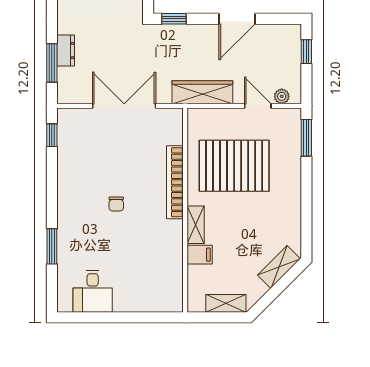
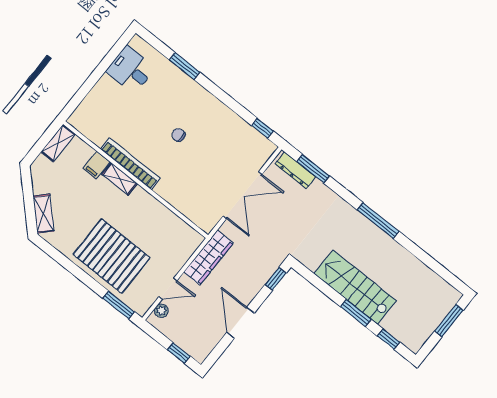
dresser: (66, 51) -> (295, 170), moved, width x1.44
pallet: (234, 166) -> (112, 256), moved, turned 90
bookcase: (175, 182) -> (130, 164), moved
shelving: (226, 303) -> (58, 143), moved

